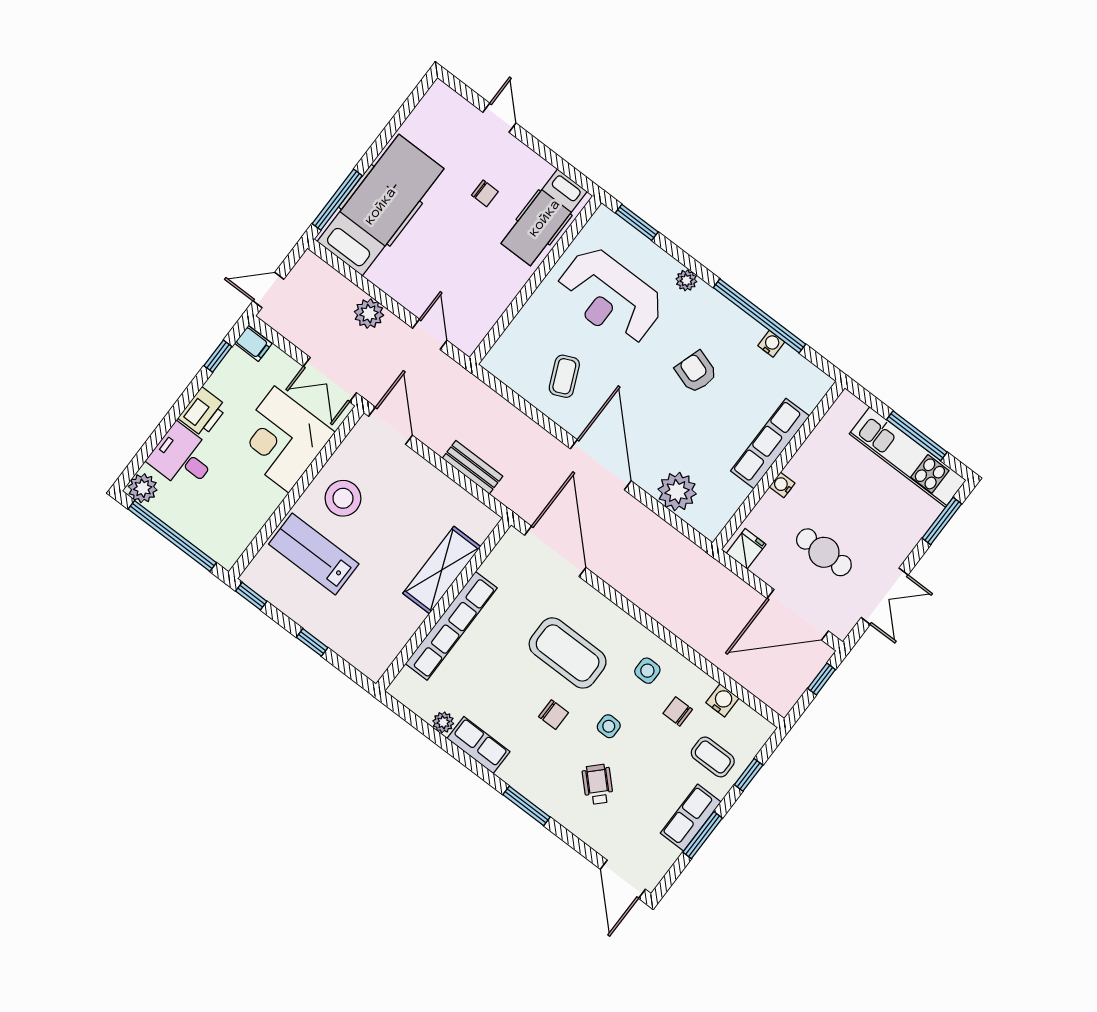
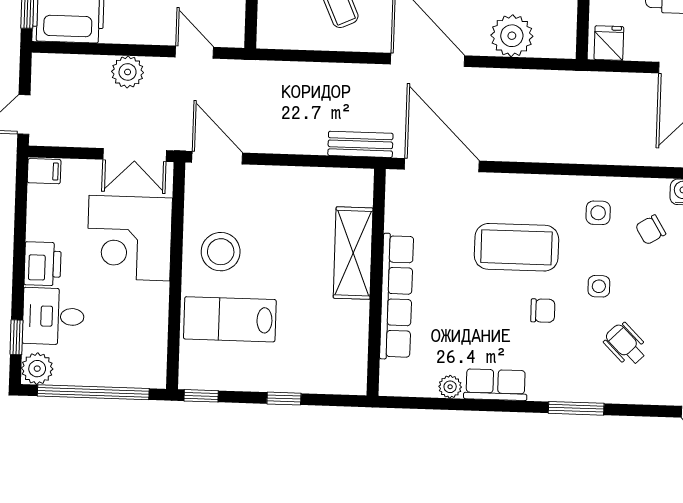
window: (218, 356) -> (16, 337), moved
bench: (472, 467) -> (360, 144), moved
chair: (678, 711) -> (651, 230), turned -31

